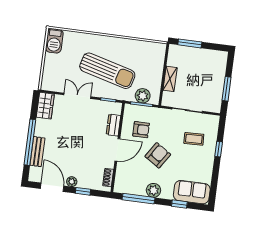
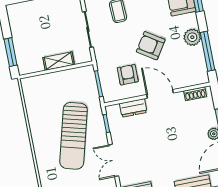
sun lounger: (107, 71) -> (73, 136), turned 180
plant: (143, 96) -> (88, 86), removed

